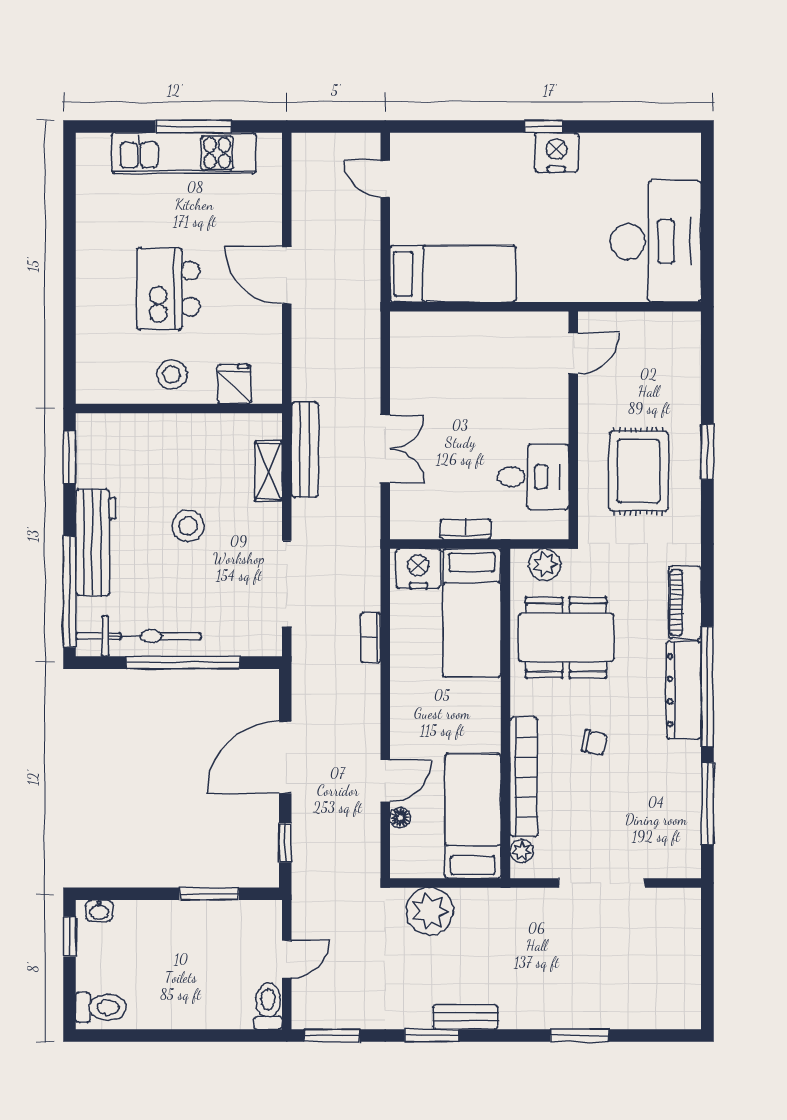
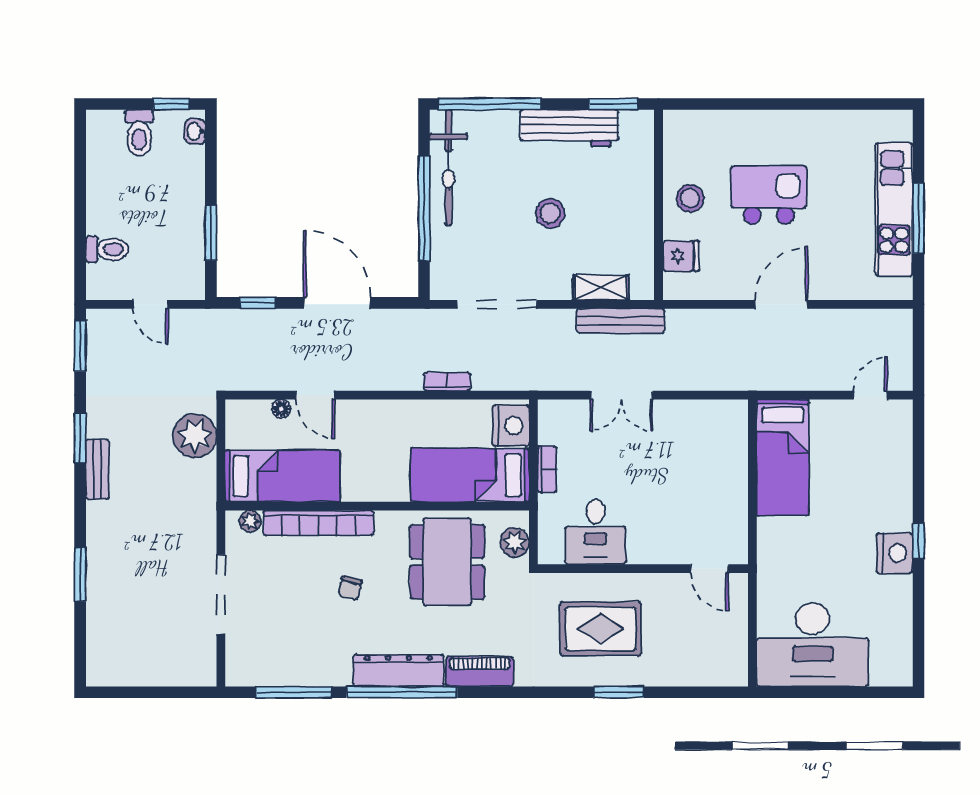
workbench: (96, 542) -> (569, 128), moved
toilet: (268, 1006) -> (107, 249), moved
toilet: (101, 1007) -> (139, 133), moved

